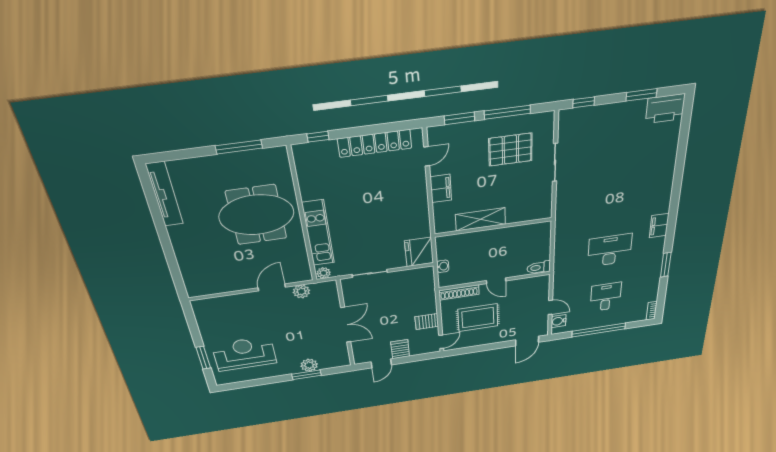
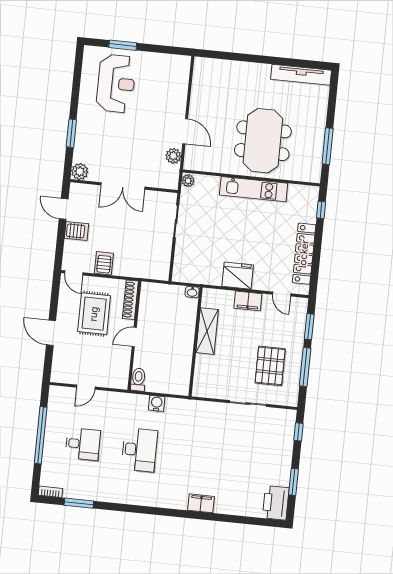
filing cabinet: (659, 226) -> (201, 503), moved
kitchen unit: (318, 233) -> (254, 189), moved
fridge: (419, 252) -> (238, 276), moved
window: (666, 265) -> (79, 503), moved
washbasin: (443, 266) -> (192, 292), moved
water cooler: (559, 321) -> (157, 403), moved
door: (527, 341) -> (51, 333), moved
plant: (309, 365) -> (80, 172), moved

